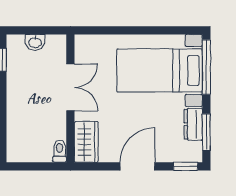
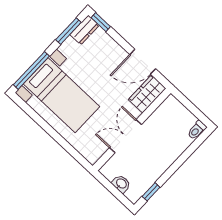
dresser: (193, 124) -> (85, 30), moved
toilet: (60, 151) -> (197, 130), moved
door: (137, 166) -> (143, 62), moved

